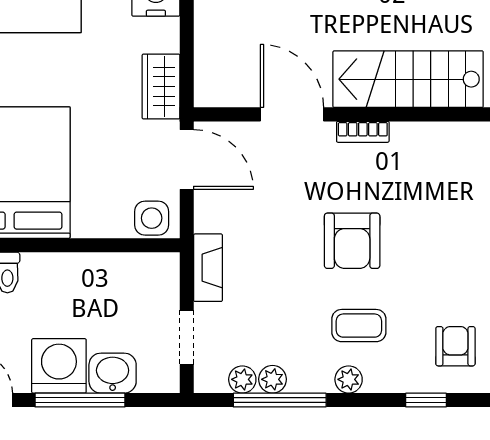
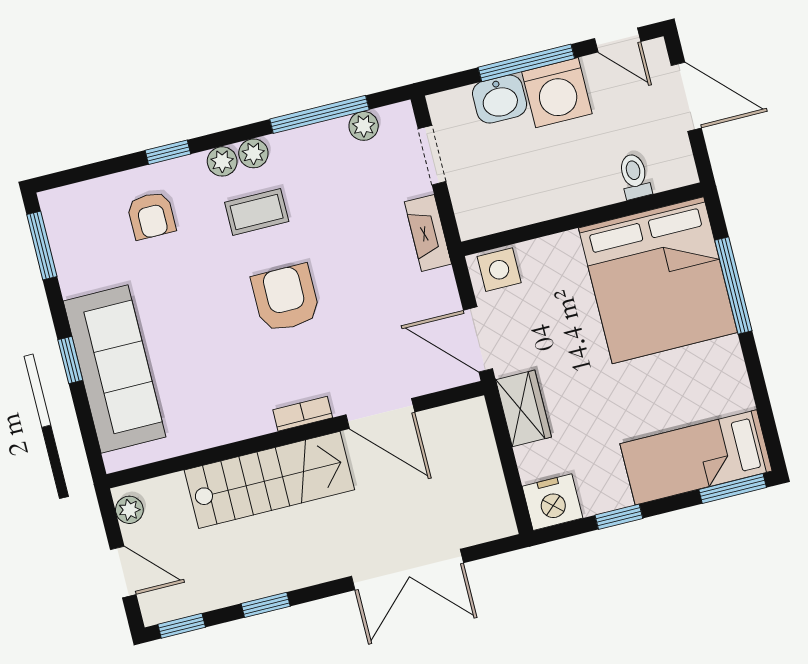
plant: (273, 379) -> (222, 161), moved

